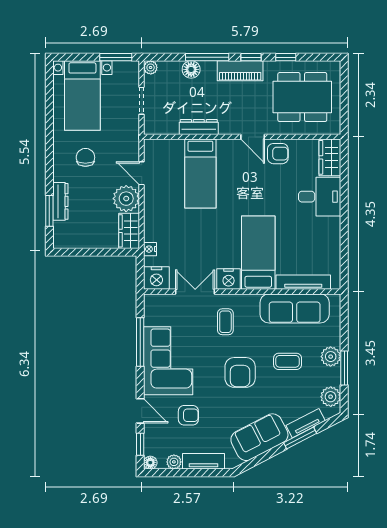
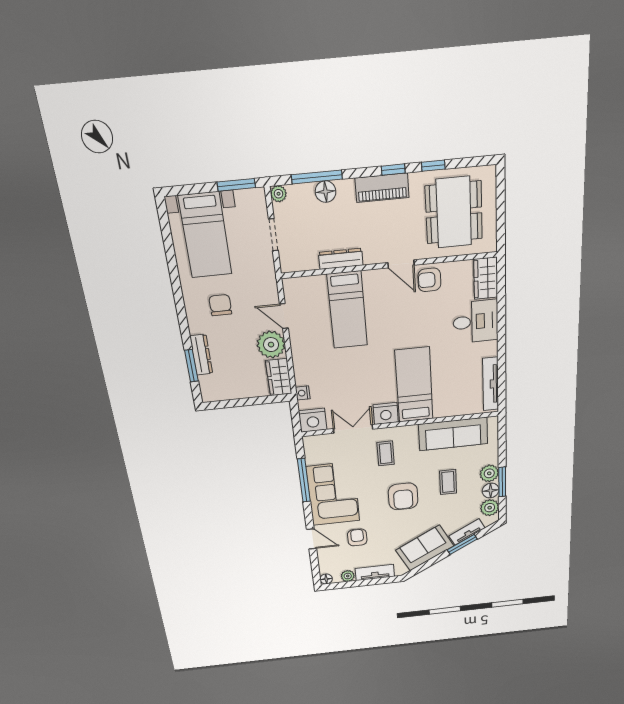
window: (207, 57) -> (317, 177), moved
dining table: (302, 97) -> (454, 212), turned 90
armchair: (278, 154) -> (429, 280), turned 180
tv unit: (303, 282) -> (491, 384), moved, turned -90
coffee table: (288, 361) -> (448, 482), turned 90
floor lamp: (332, 377) -> (491, 491), added
armchair: (188, 415) -> (357, 537), turned -90
window: (140, 444) -> (315, 566), removed

